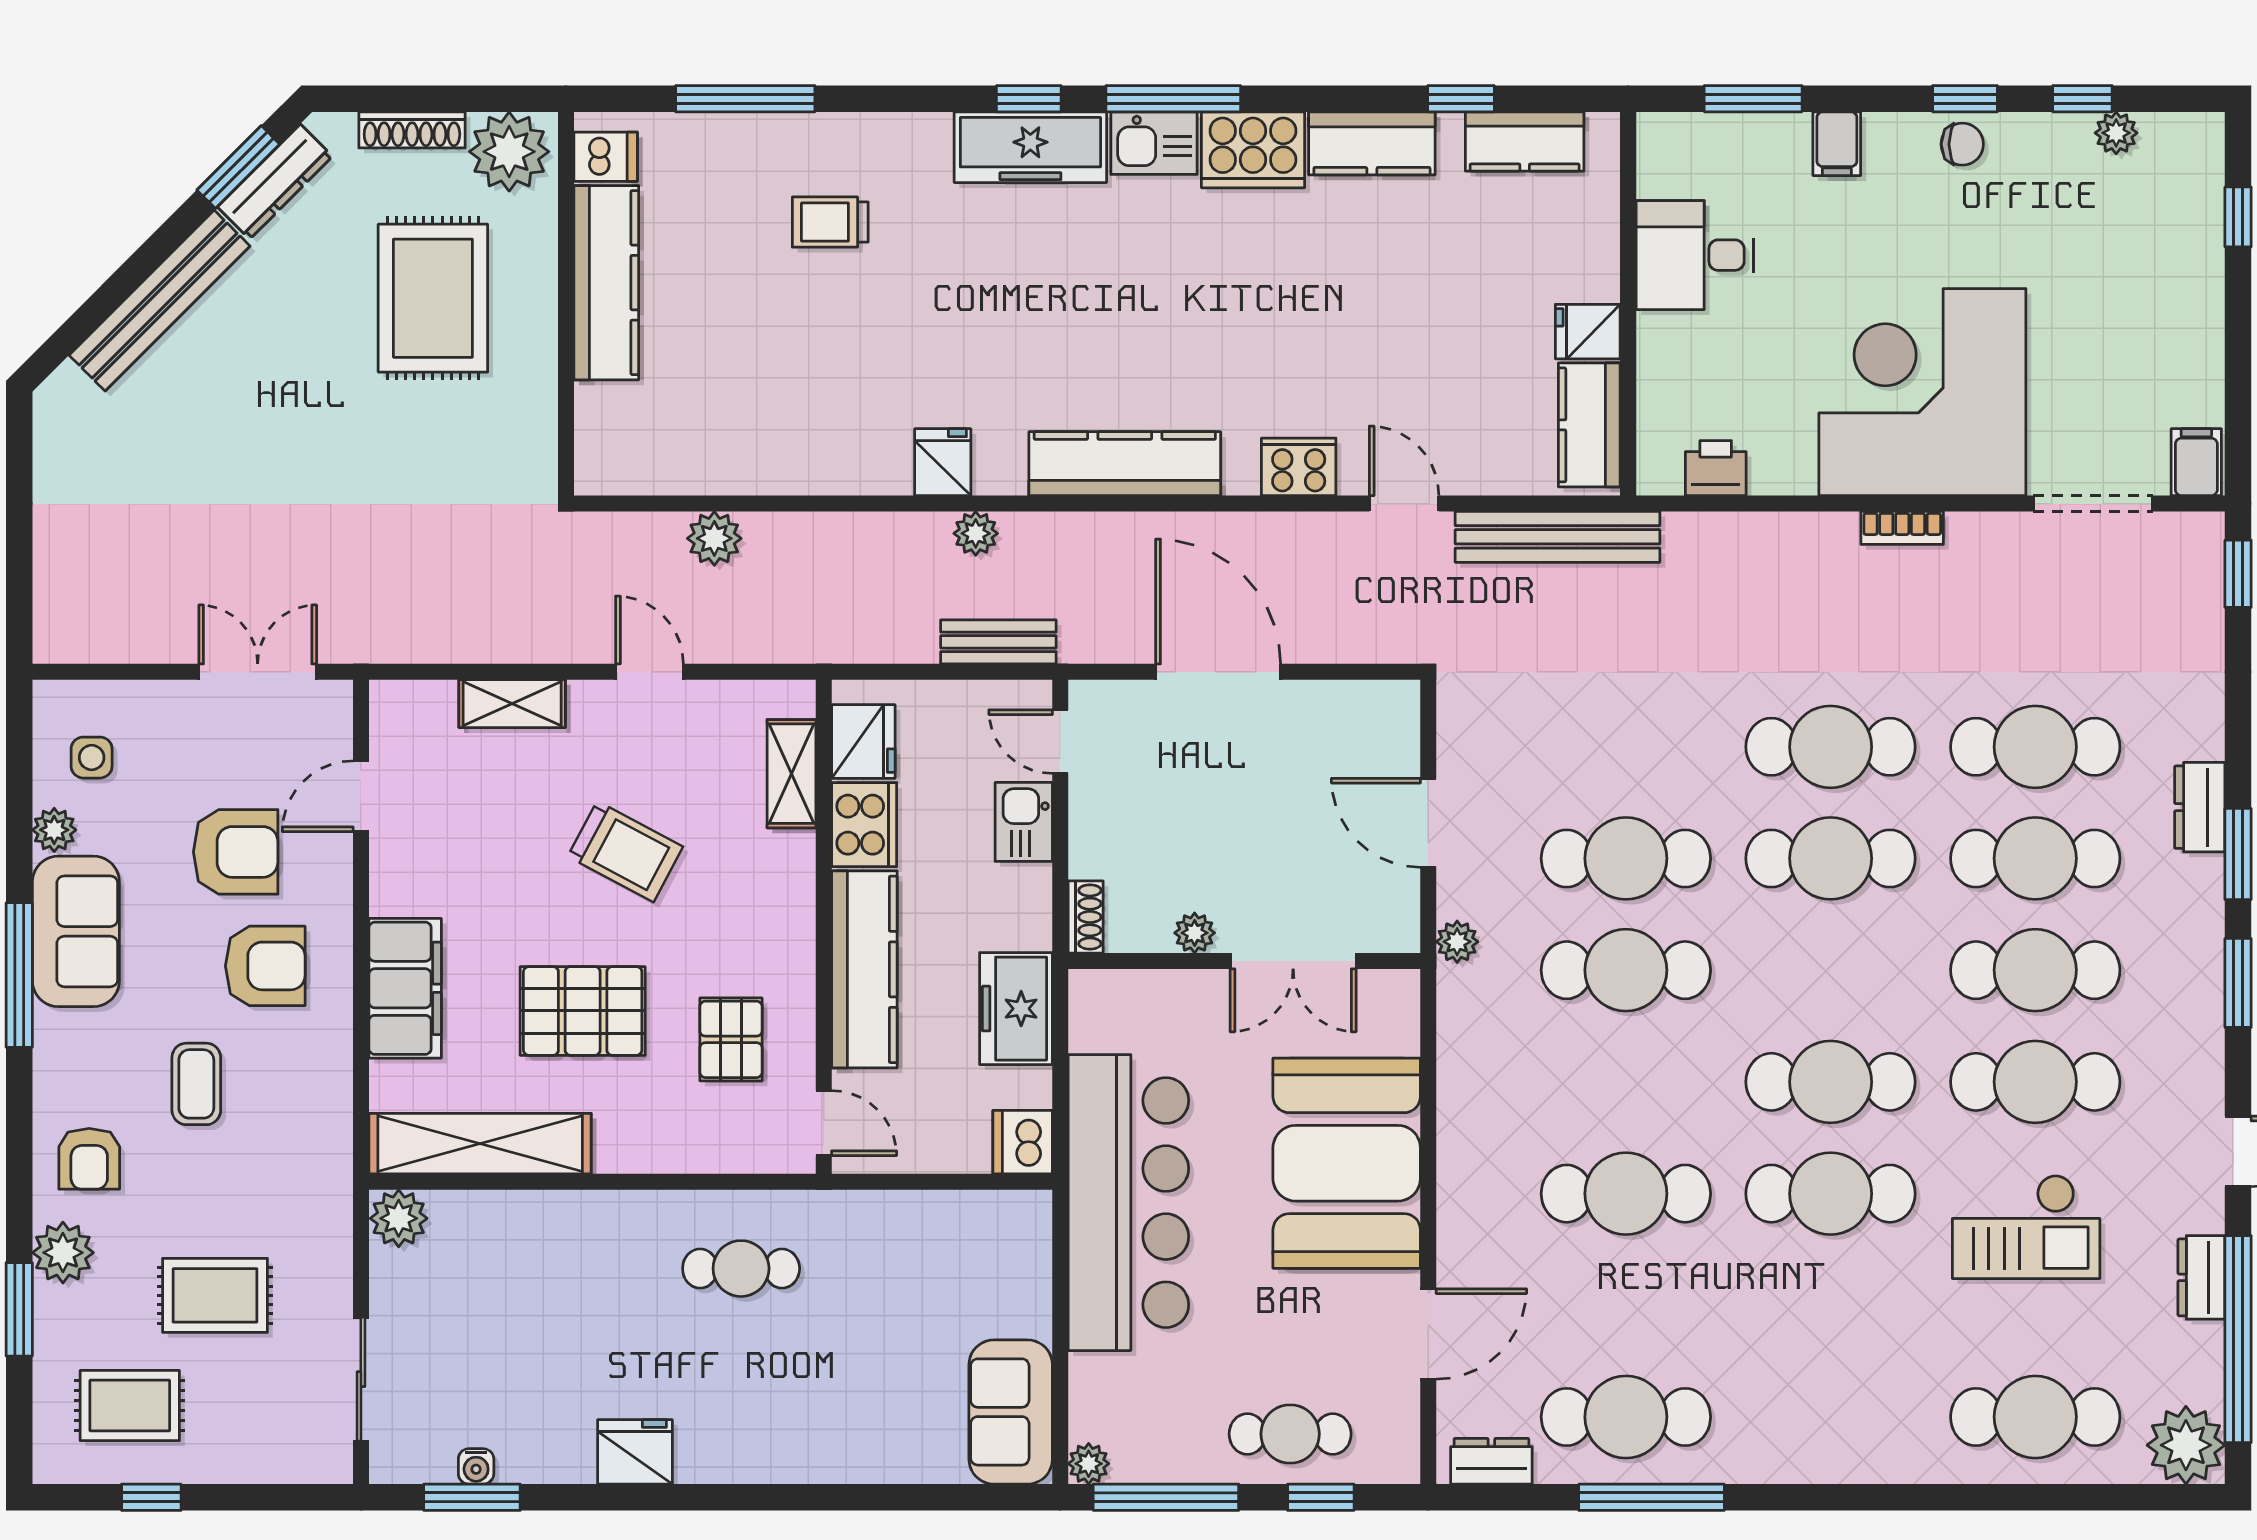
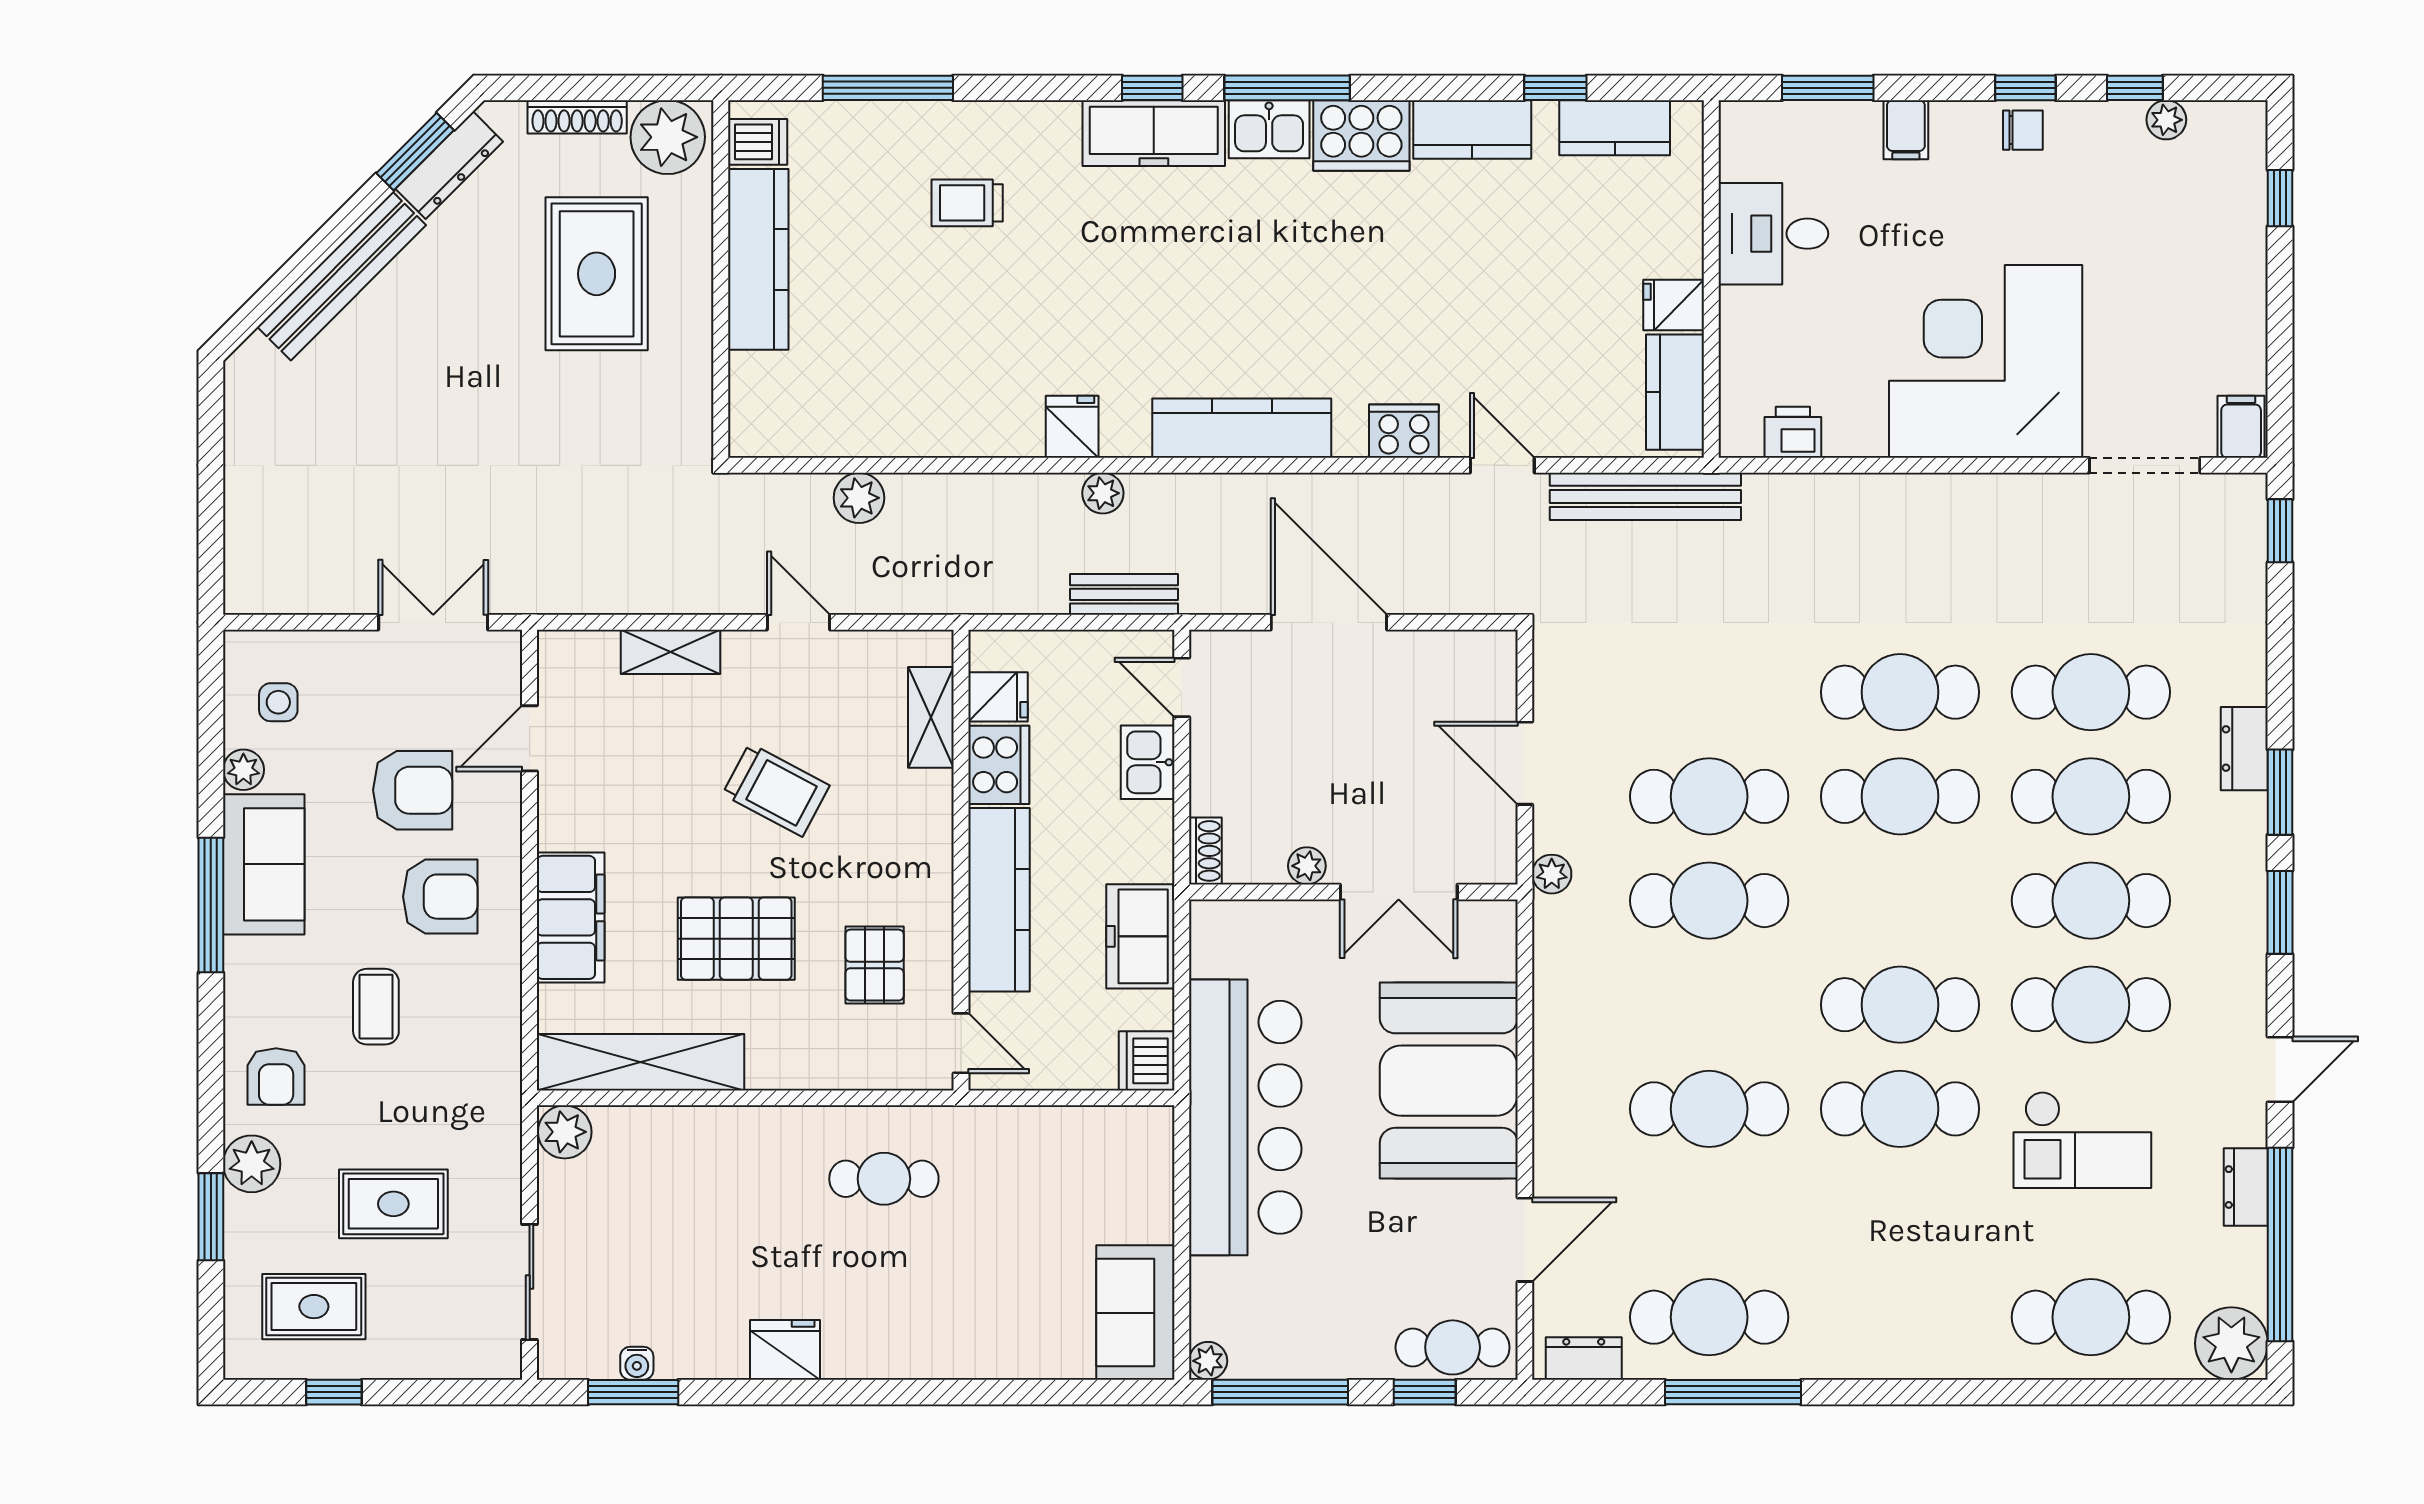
bookcase: (1902, 528) -> (1967, 488), removed
fridge: (863, 741) -> (998, 697), width x0.72
cafe table: (1290, 1434) -> (1453, 1347), moved

